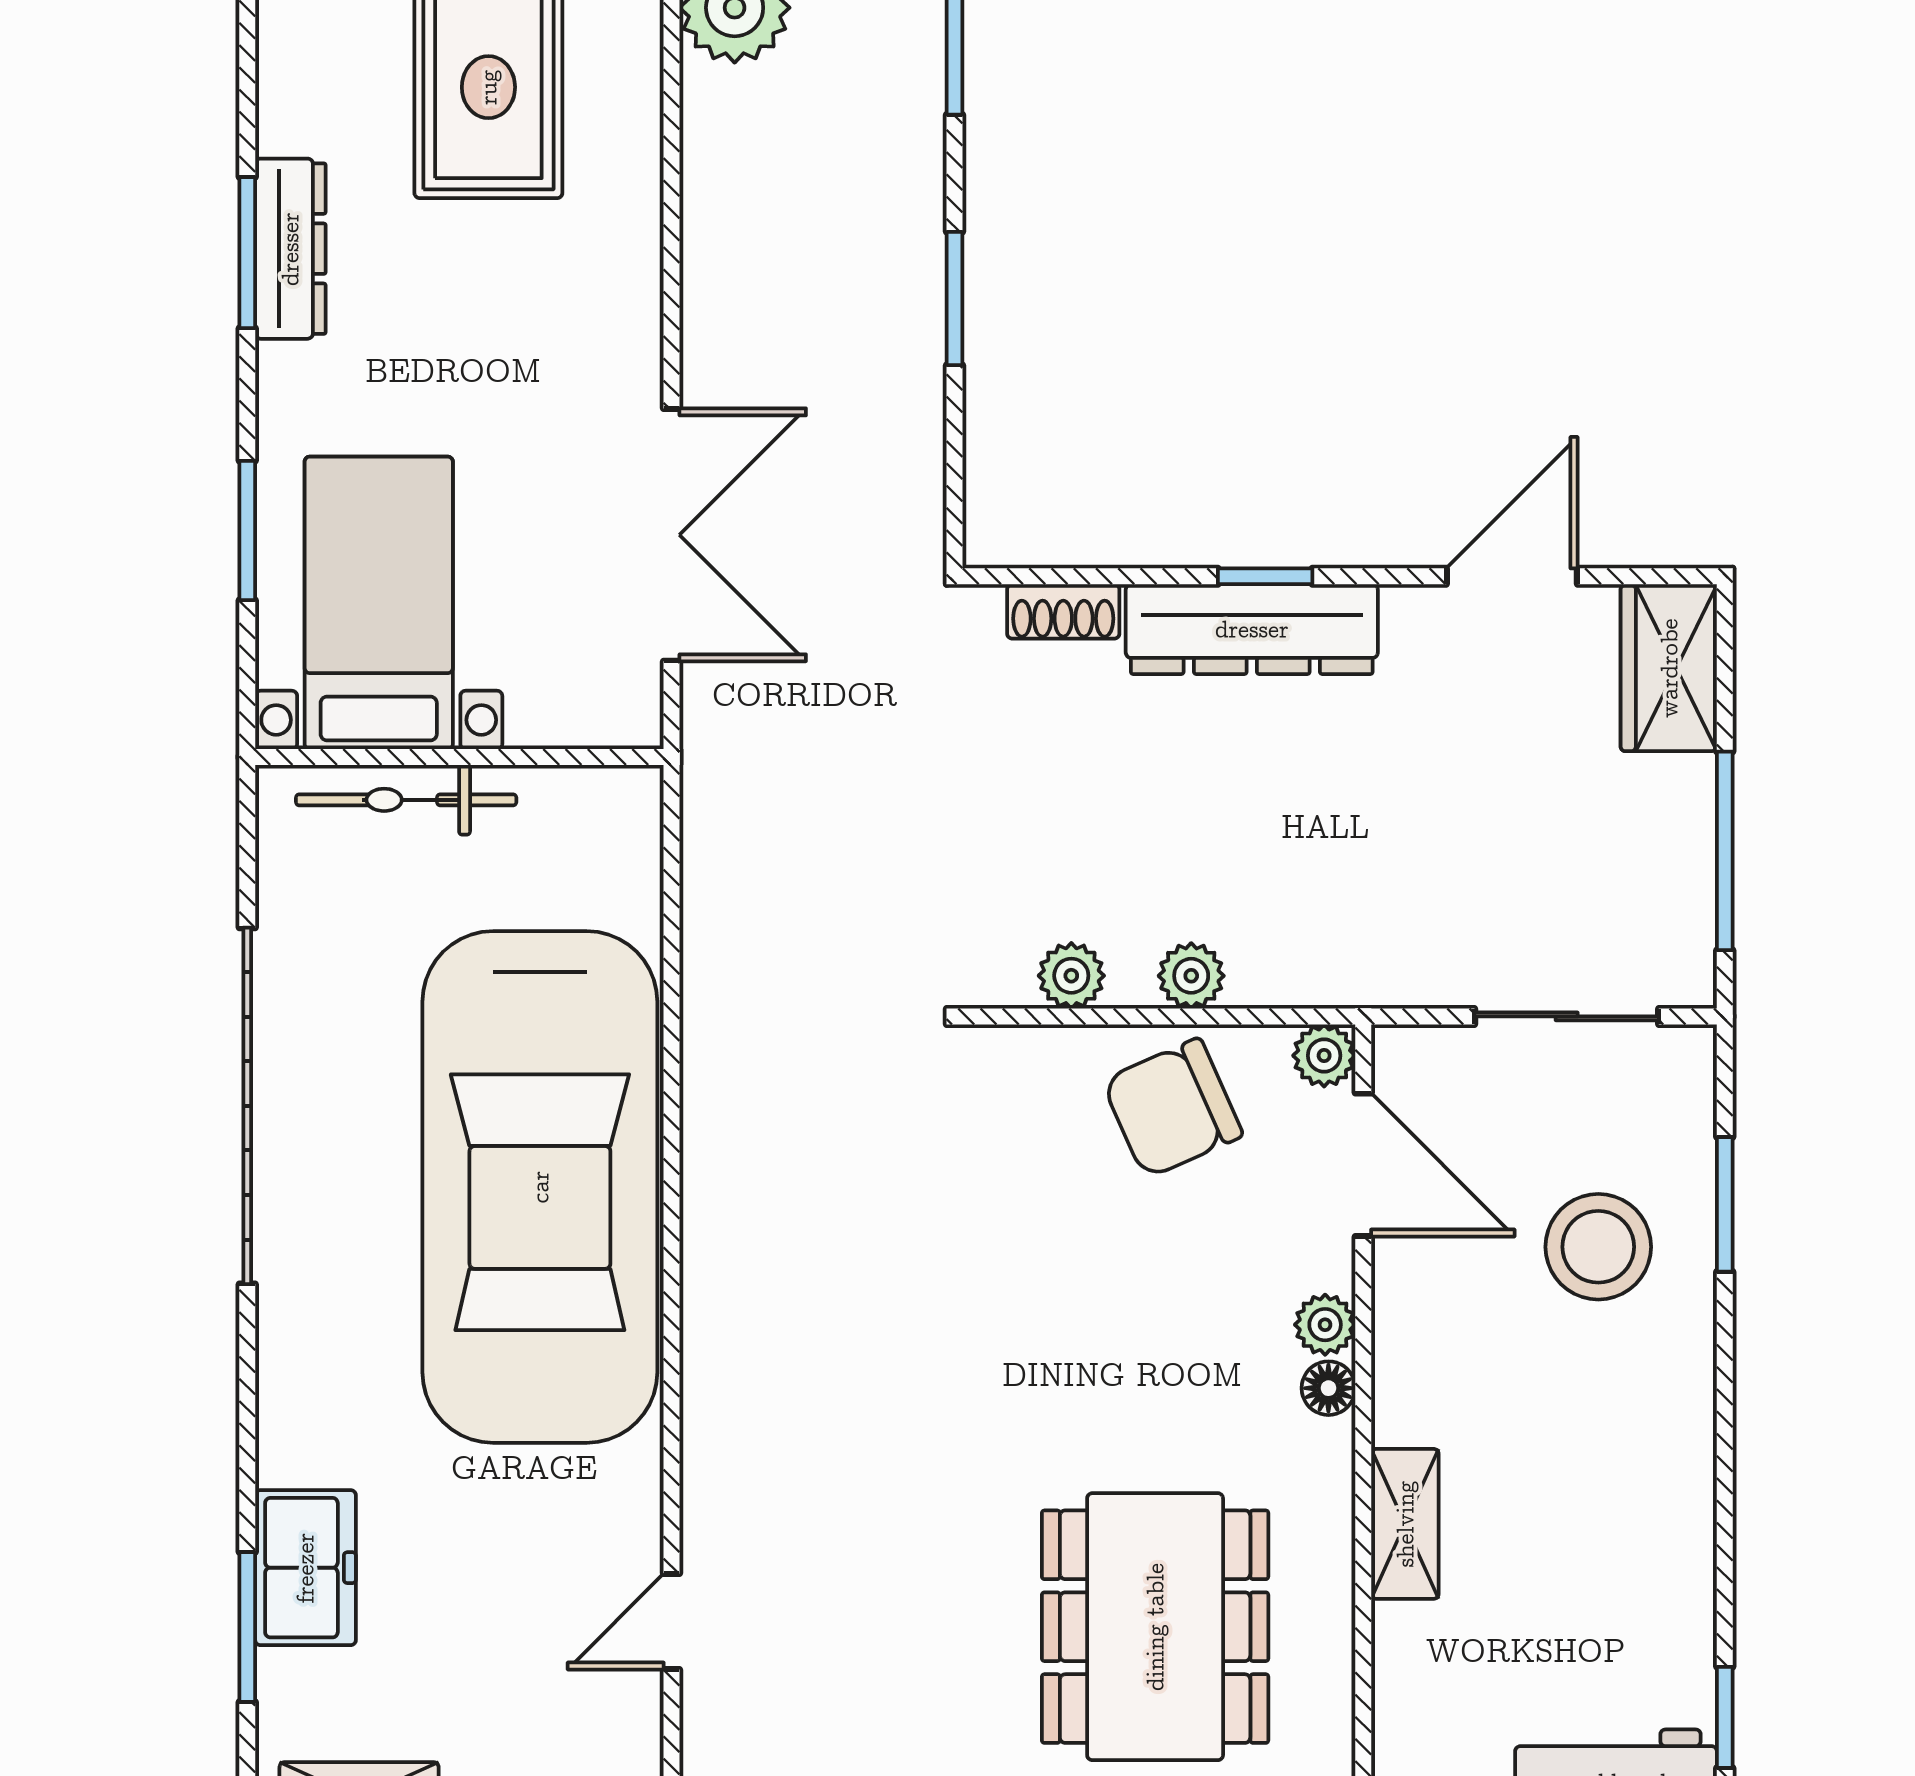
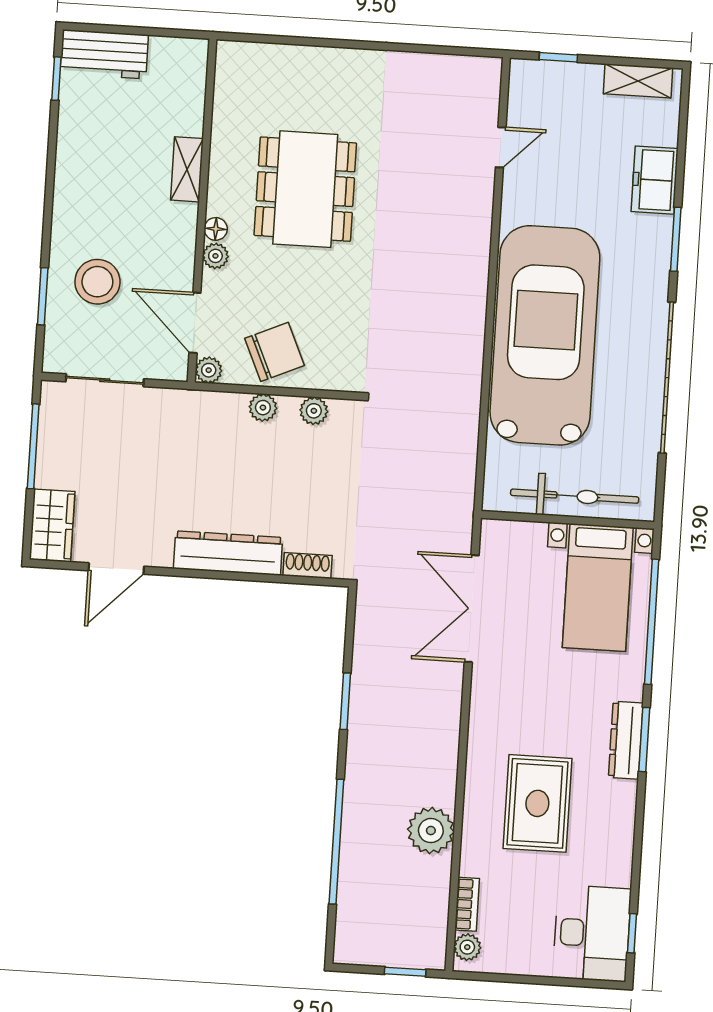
window: (247, 530) -> (652, 622), width x2.11
window: (1265, 576) -> (221, 575), removed
bicycle: (406, 800) -> (575, 496), width x1.37, depth x1.40
window: (247, 1627) -> (676, 239), moved
dining table: (1155, 1627) -> (305, 189), moved

